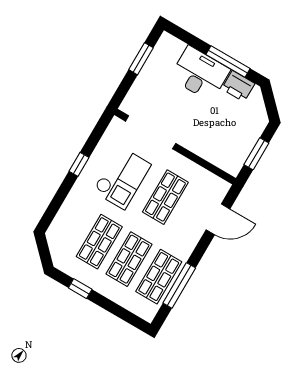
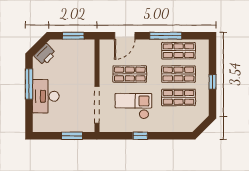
window: (141, 59) -> (72, 136), moved
printer: (238, 86) -> (45, 54), moved, turned 45
door: (218, 219) -> (125, 36), swing flipped
window: (179, 285) -> (166, 36), moved
window: (80, 289) -> (213, 82), moved

